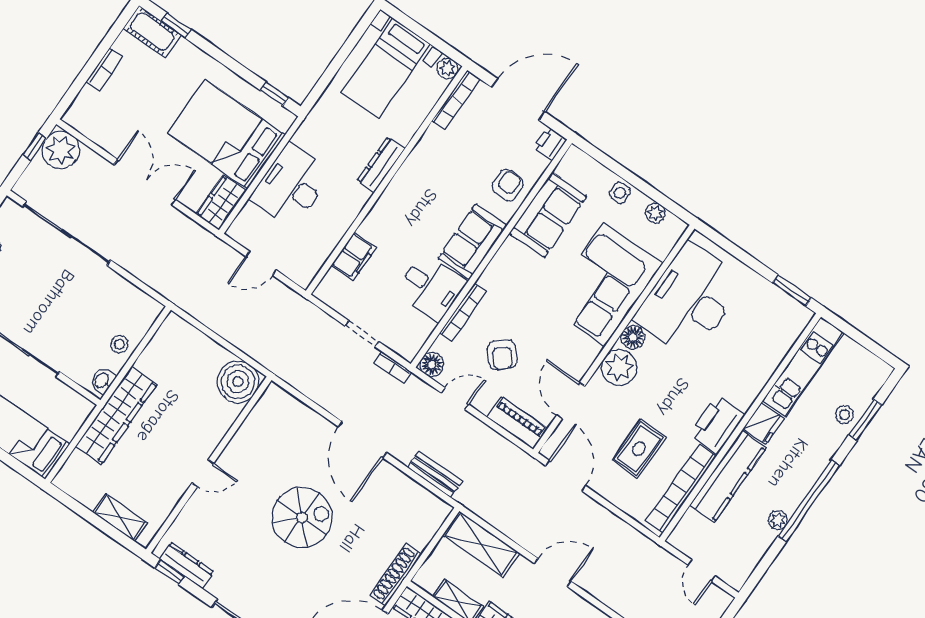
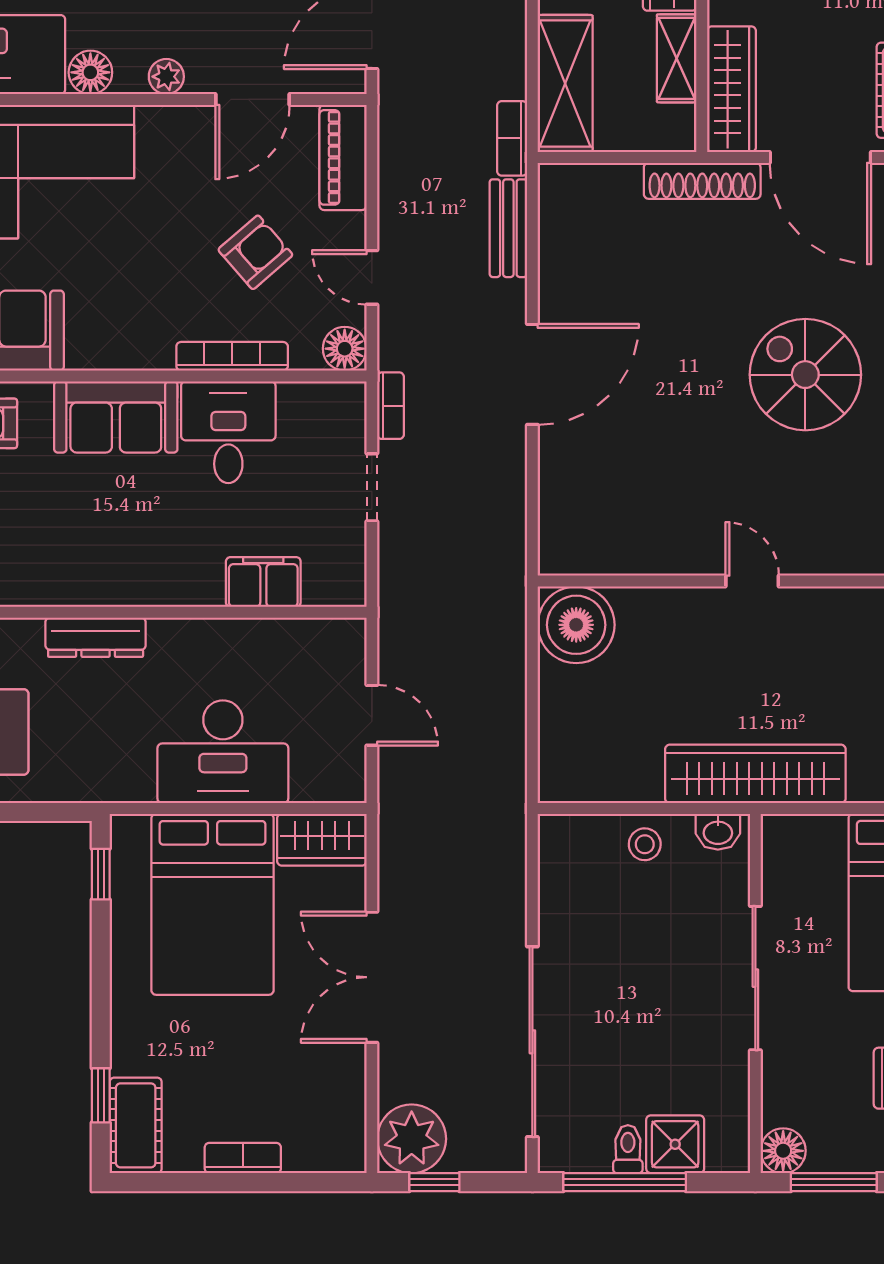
plant: (619, 368) -> (166, 77), width x0.53, depth x0.53
bookcase: (473, 504) -> (512, 138), added
spiral stairs: (302, 518) -> (805, 375), moved

